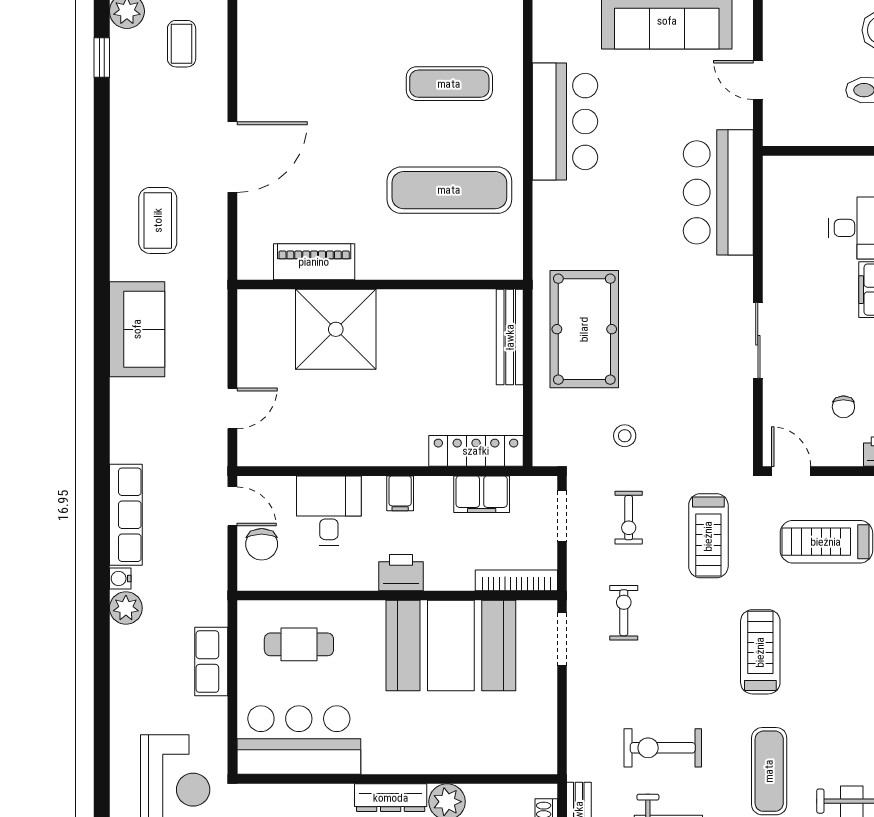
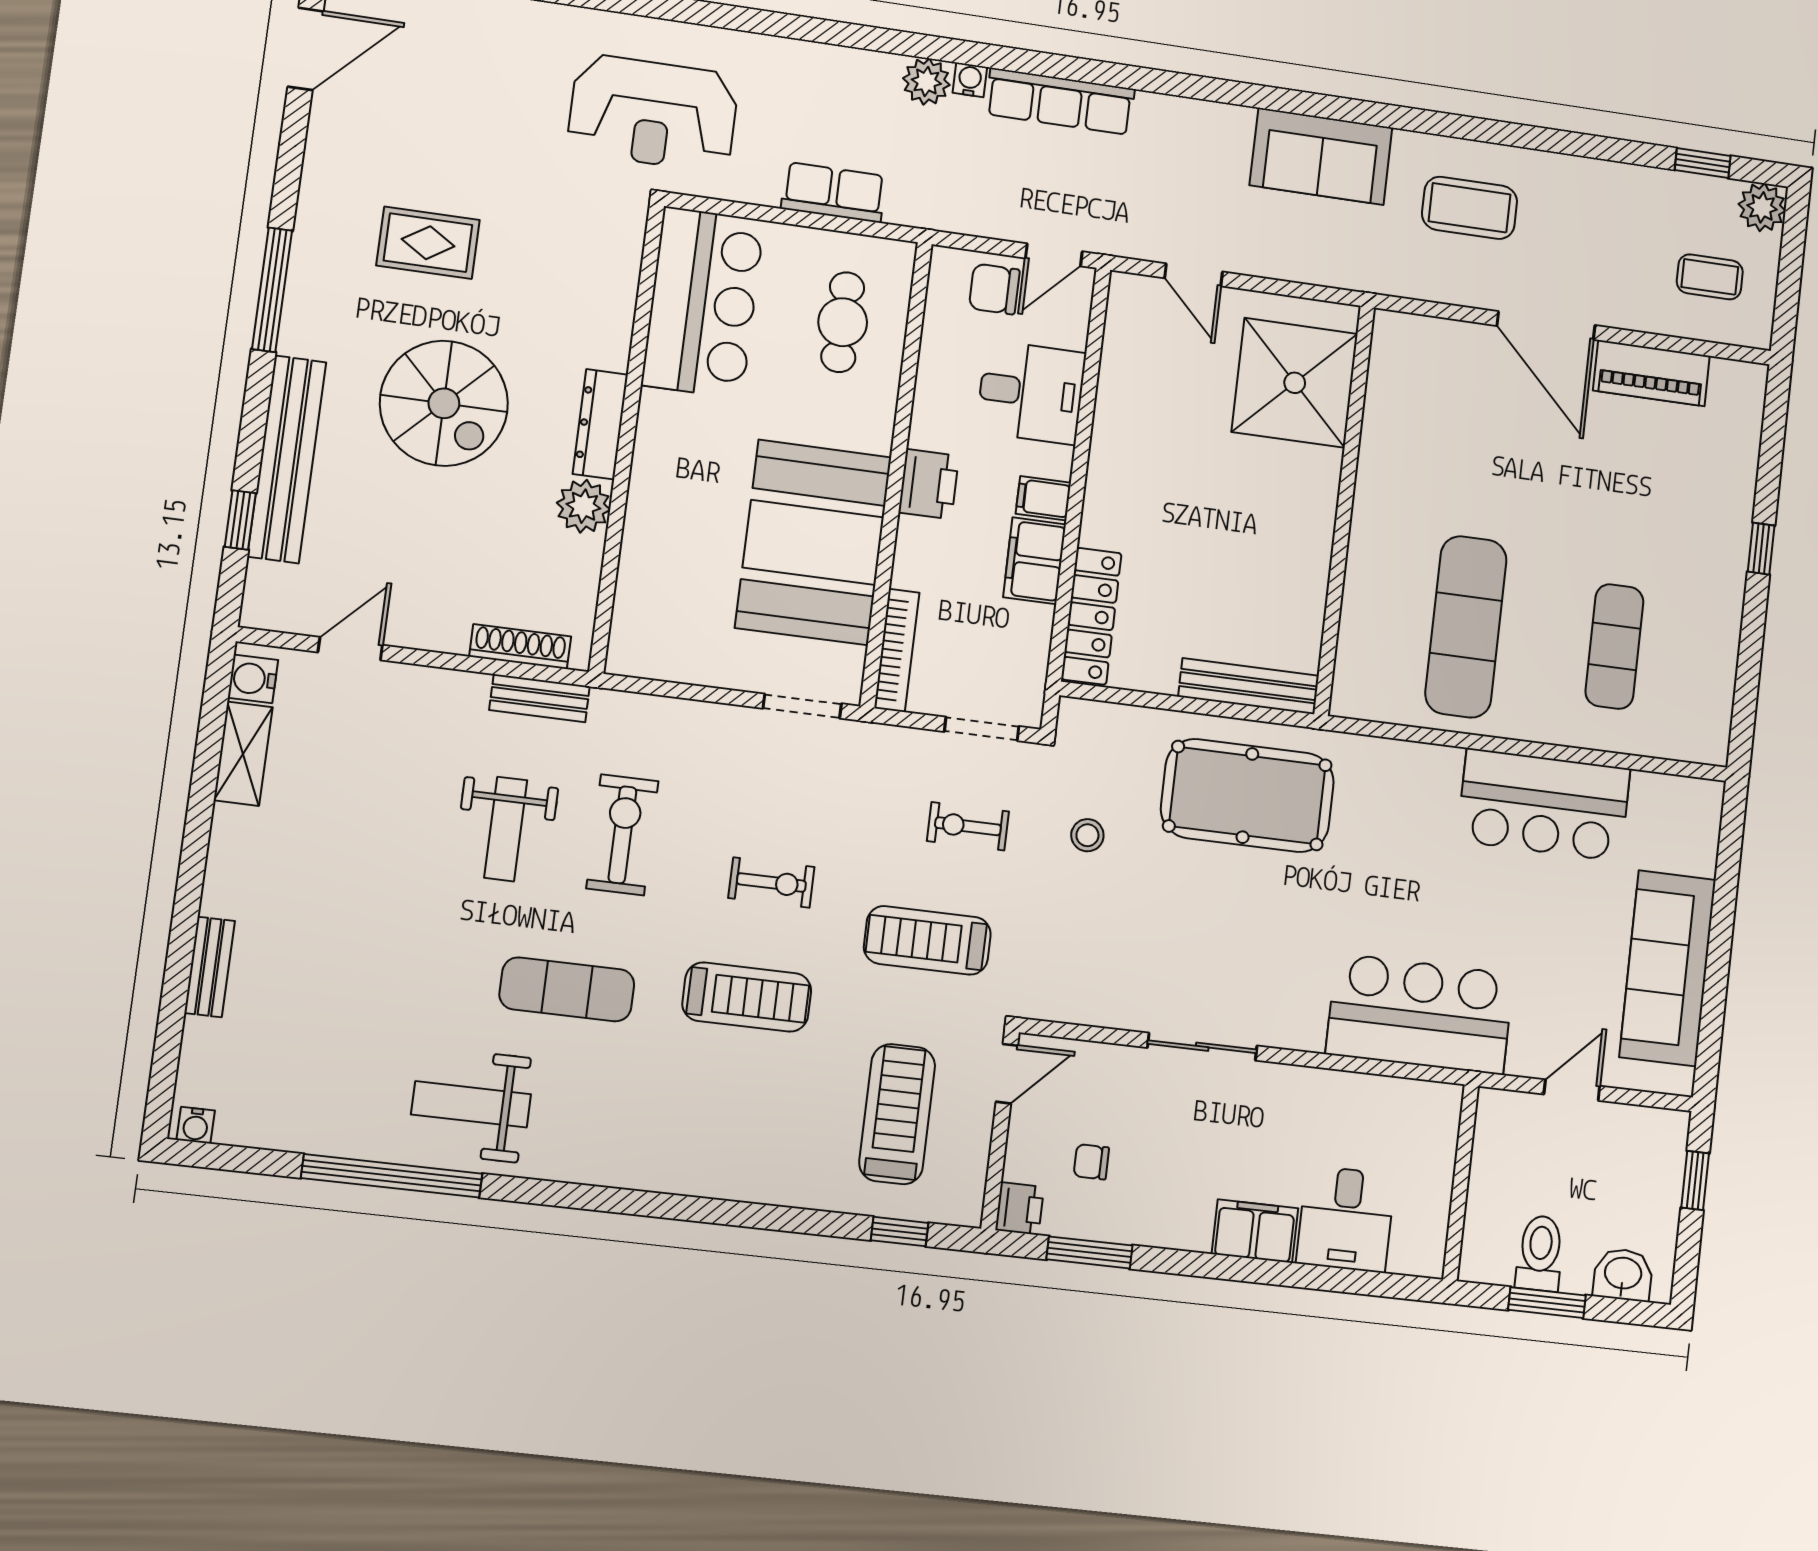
piano: (314, 262) -> (1651, 373), moved, turned 90
shower: (336, 329) -> (1295, 383), moved
filing cabinet: (482, 494) -> (1035, 561), moved
exercise bike: (624, 613) -> (771, 883), moved

